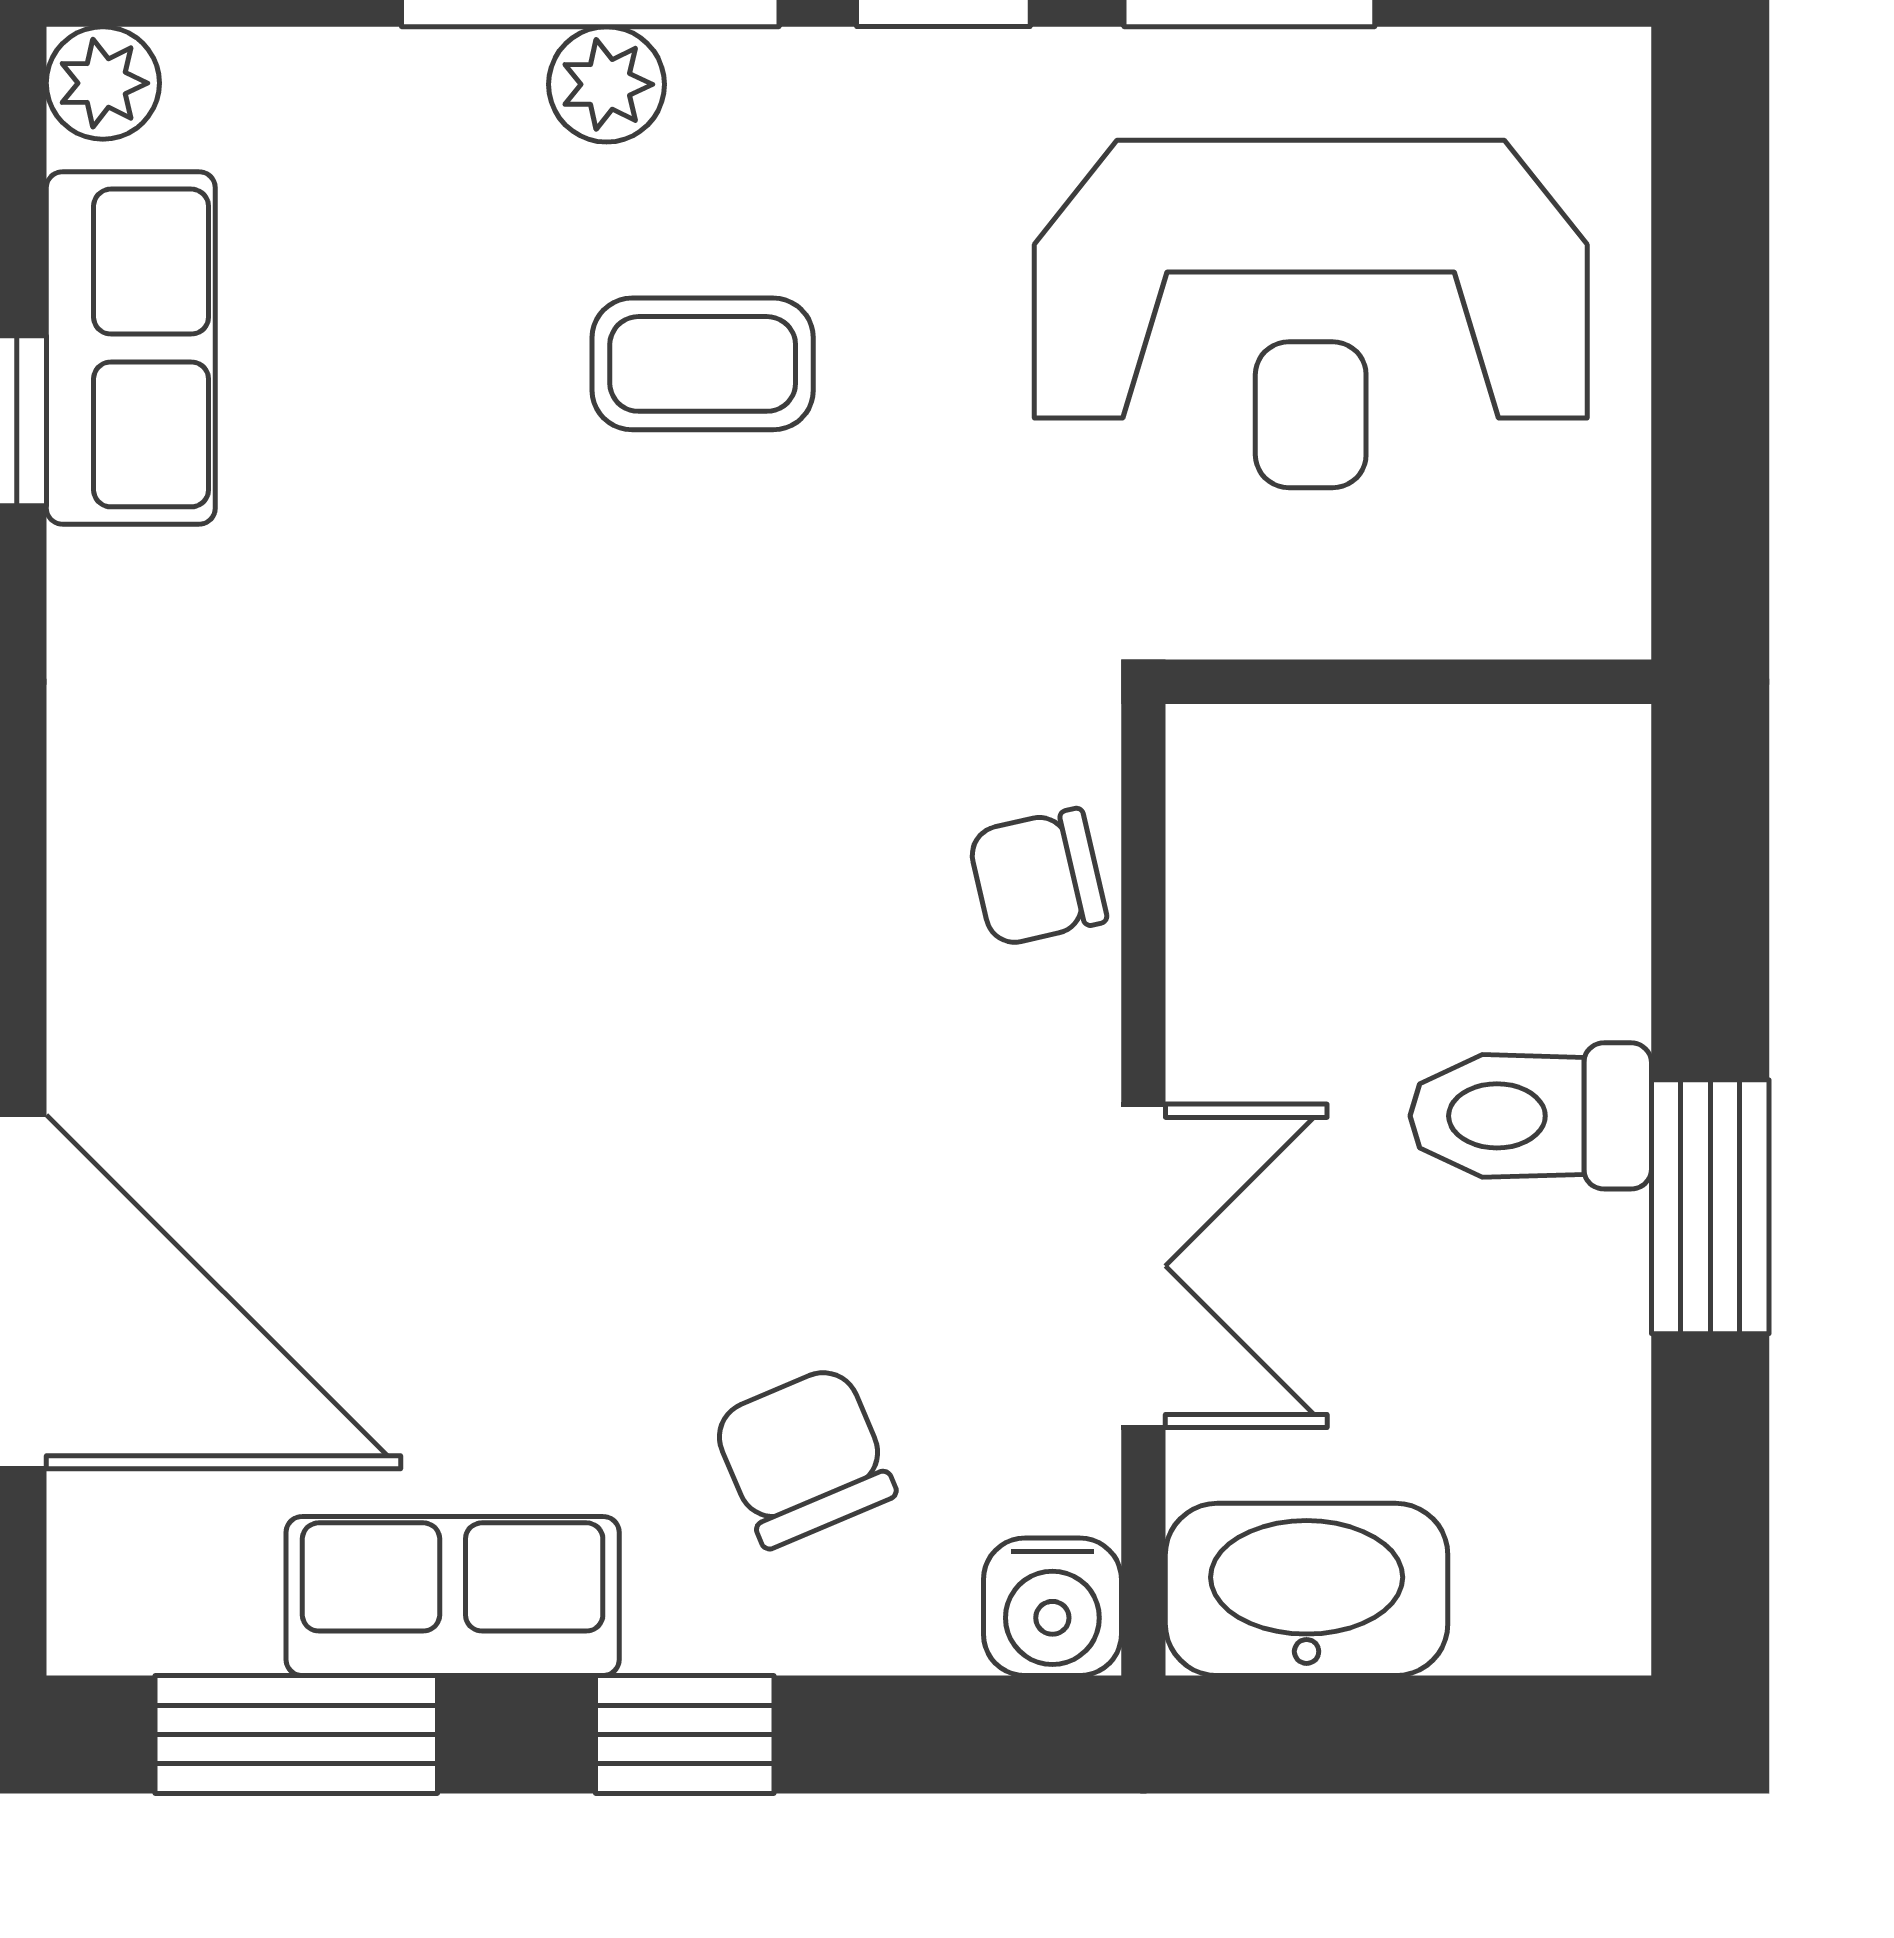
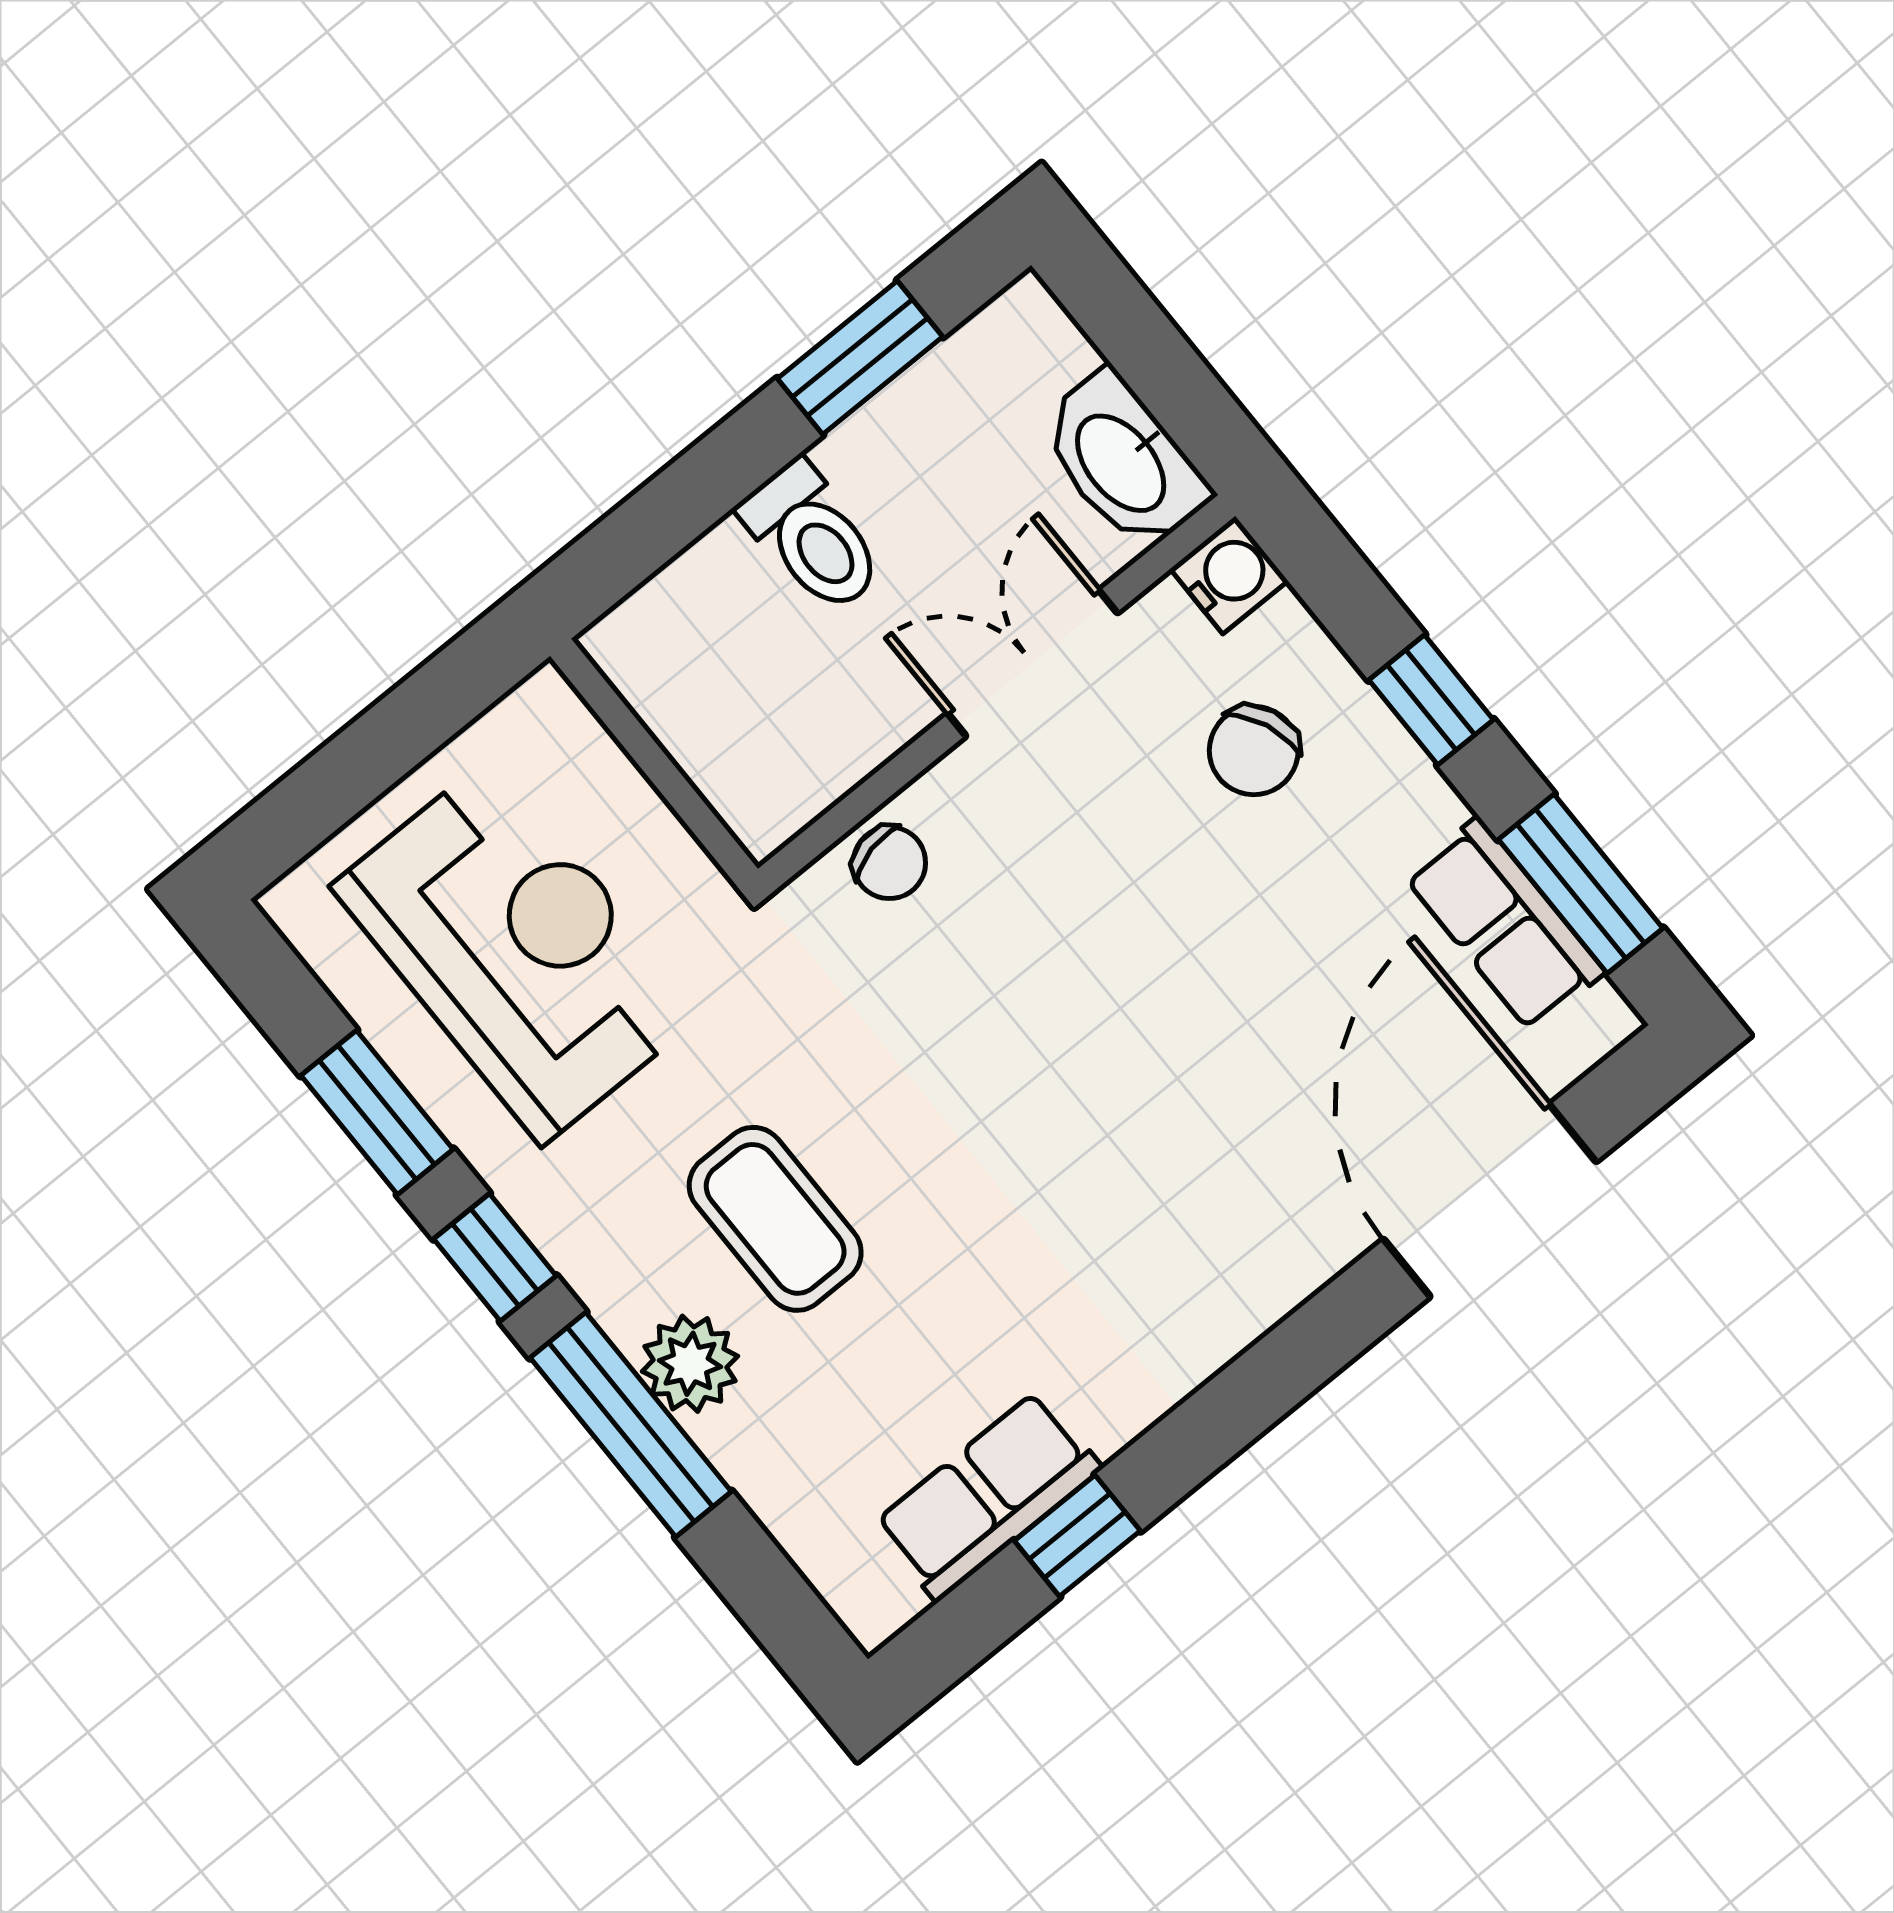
plant: (103, 83) -> (873, 1611), removed
plant: (607, 84) -> (690, 1364), width x1.38, depth x1.38
coffee table: (703, 364) -> (775, 1219), width x1.36, depth x1.30
window: (1710, 1207) -> (860, 358), moved
row of seats: (453, 1596) -> (1505, 924), moved

